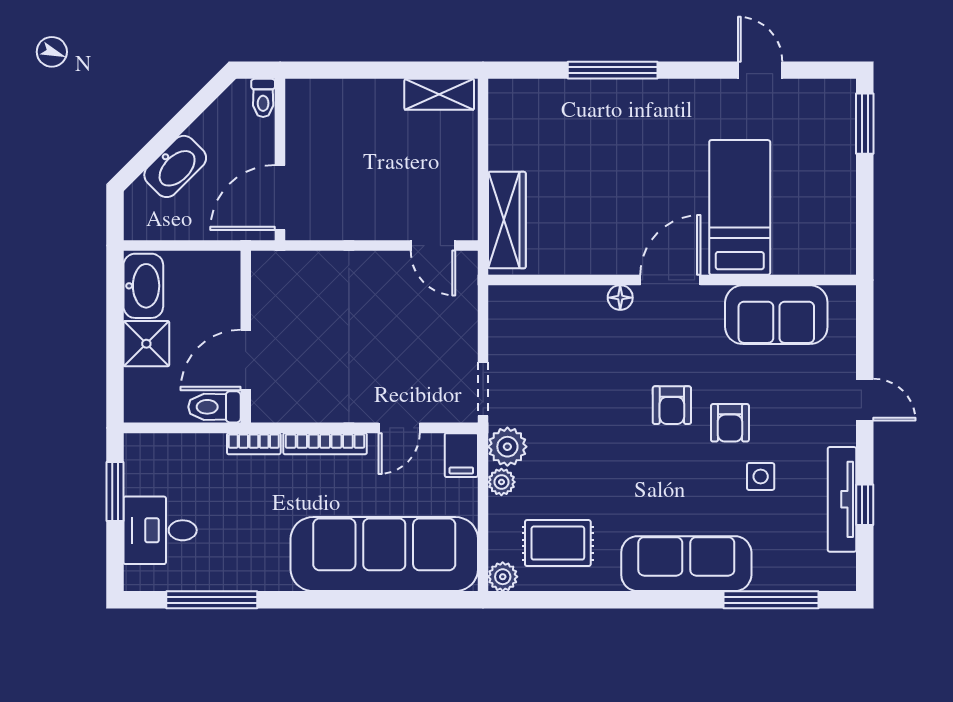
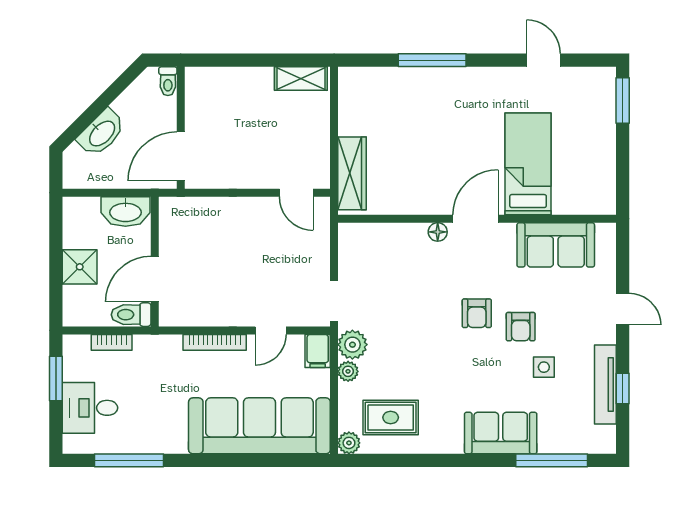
washbasin: (143, 286) -> (125, 211), moved, turned 90
bookcase: (254, 444) -> (112, 342), moved
sofa: (686, 564) -> (501, 433), width x0.73

